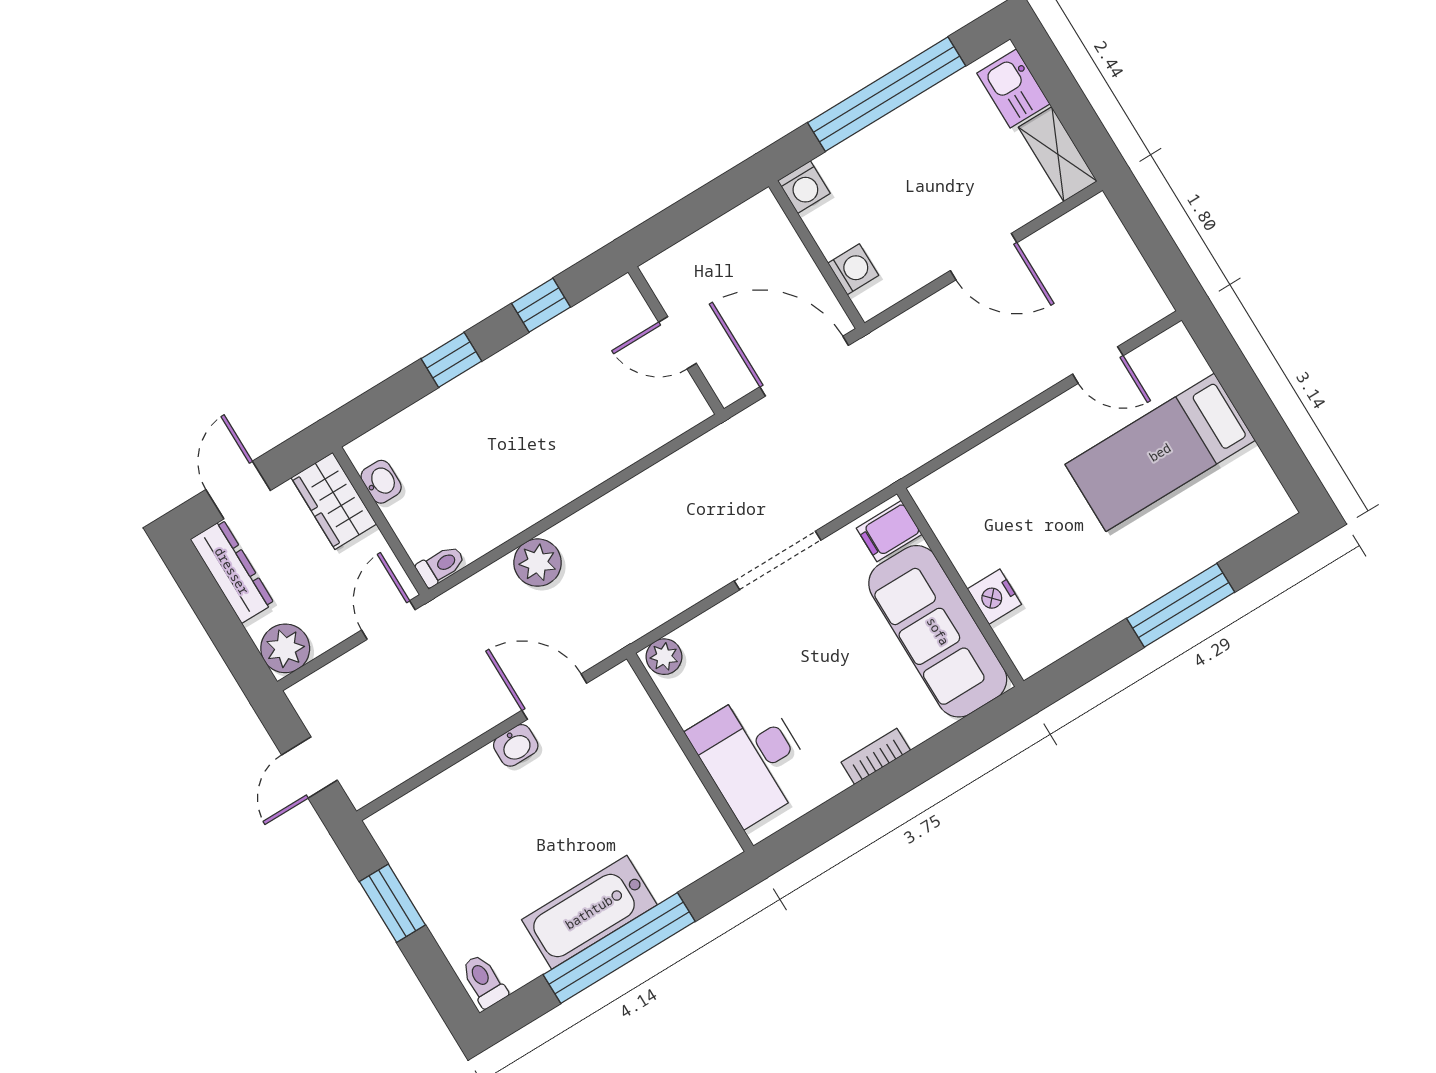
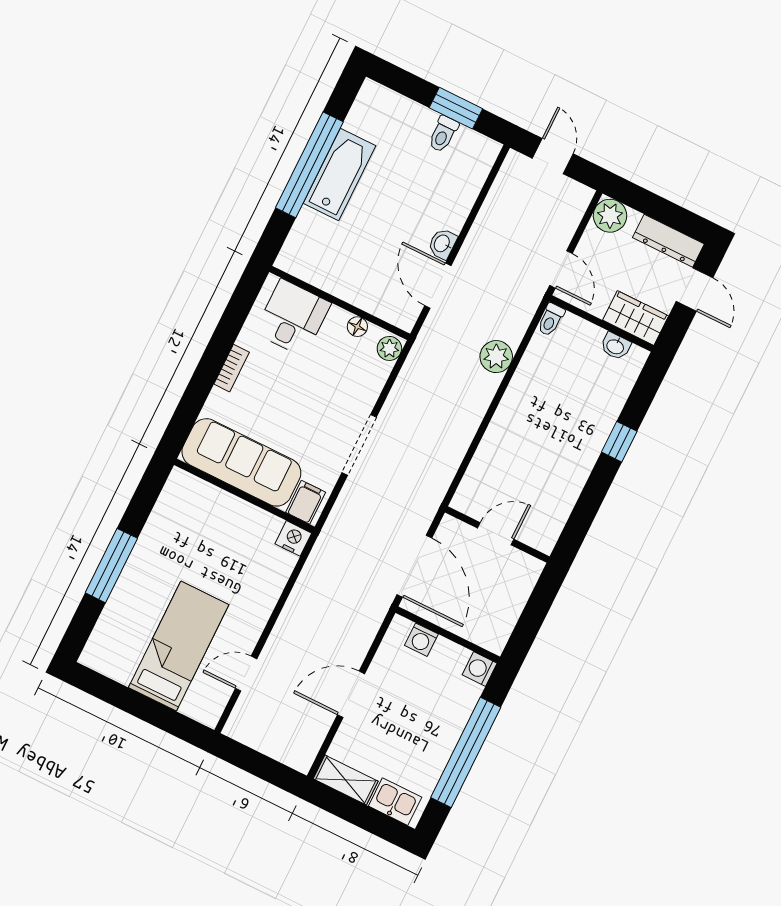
window: (541, 305) -> (588, 506), removed
door: (804, 366) -> (414, 566), hinge flipped
nightstand: (994, 597) -> (293, 538), moved
door: (554, 697) -> (438, 286), swing flipped
floor lamp: (687, 709) -> (357, 327), added
desk: (752, 758) -> (293, 318), width x0.73
toilet: (484, 981) -> (443, 134), moved, turned 90

